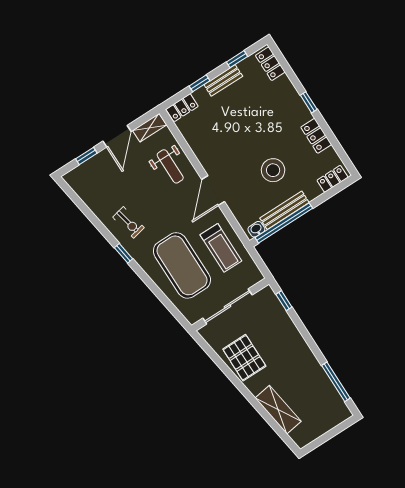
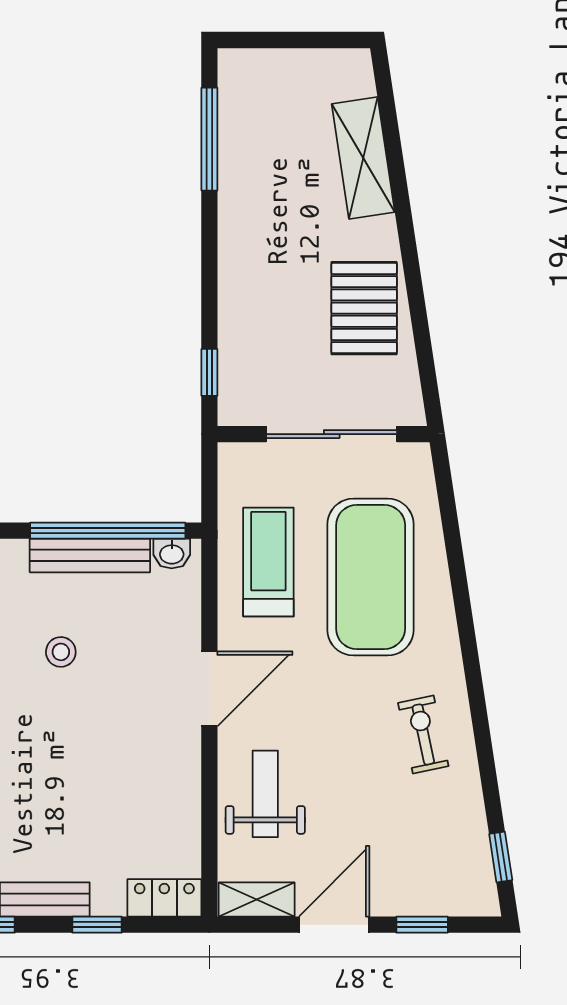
stool: (273, 170) -> (61, 652), width x0.53, depth x0.53
window: (123, 253) -> (501, 857), moved

